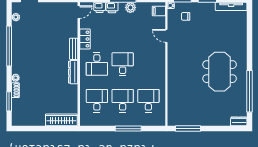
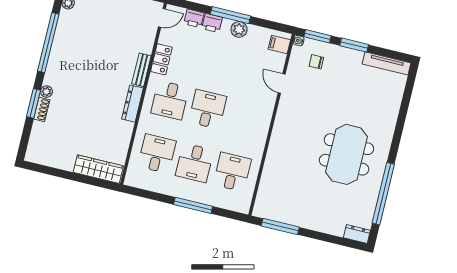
window: (9, 101) -> (34, 103), moved
desk: (123, 101) -> (195, 163), turned 180

